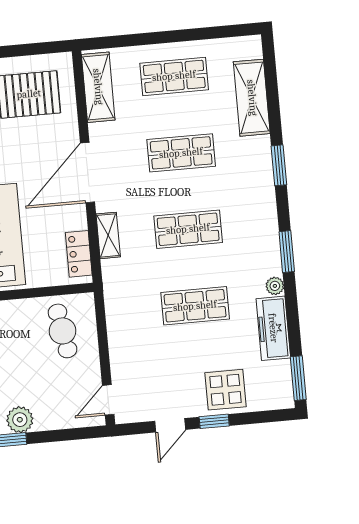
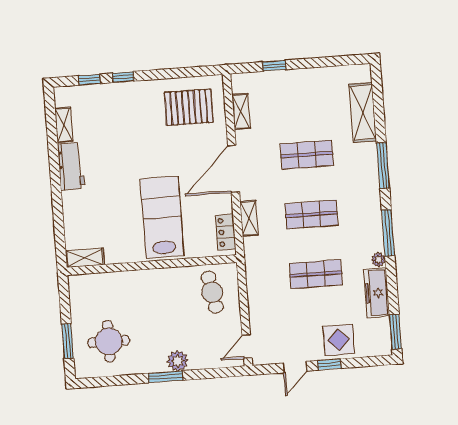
window: (137, 40) -> (274, 66), added
shop shelf: (174, 76) -> (302, 95), removed
shelving: (98, 87) -> (241, 112), width x0.67, depth x0.75
window: (279, 165) -> (383, 166), width x1.44
window: (287, 252) -> (388, 233), width x1.44

